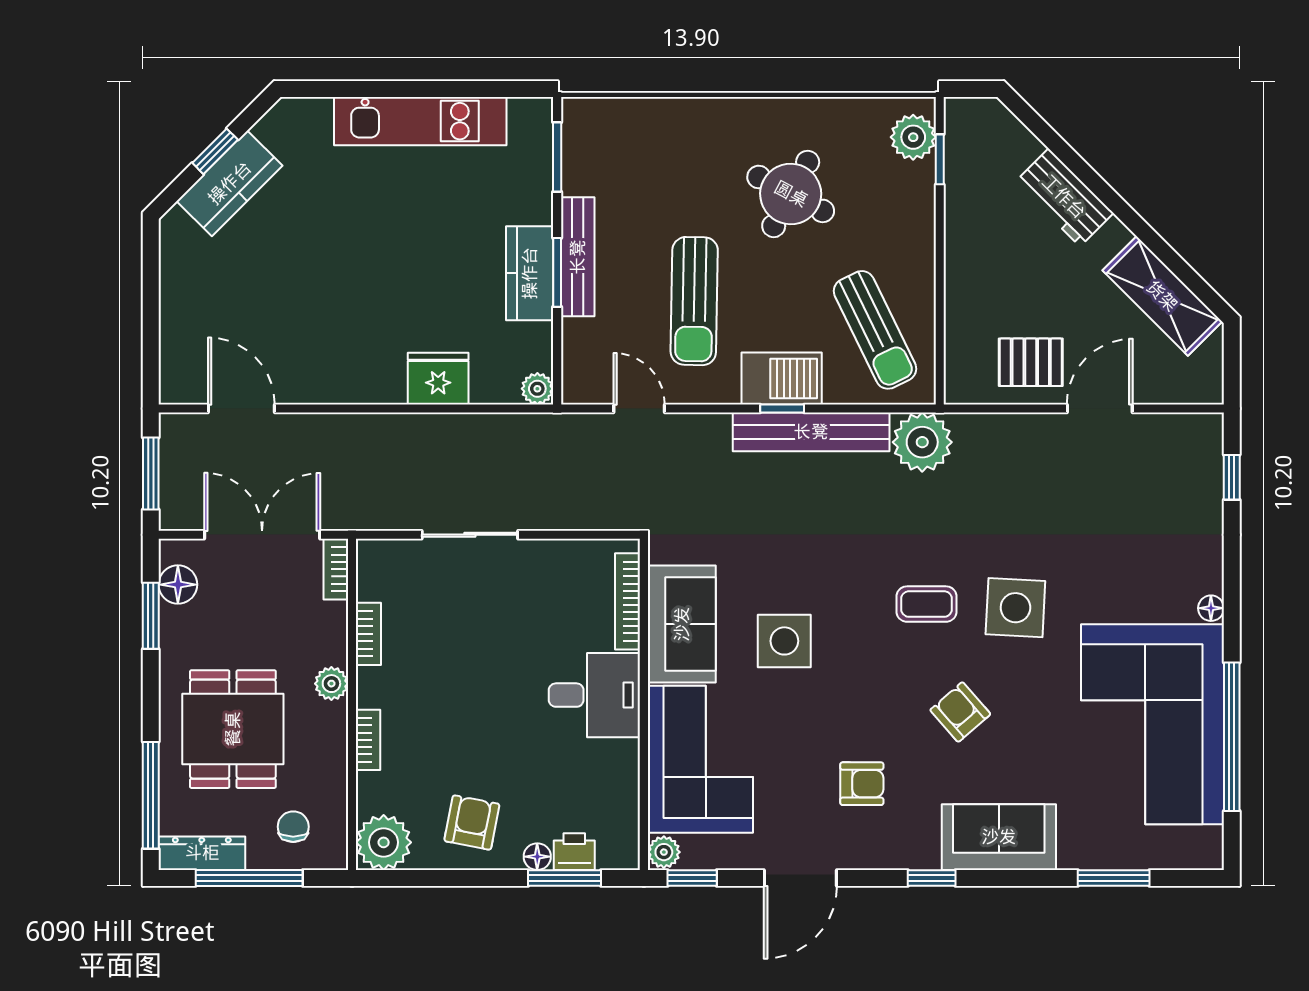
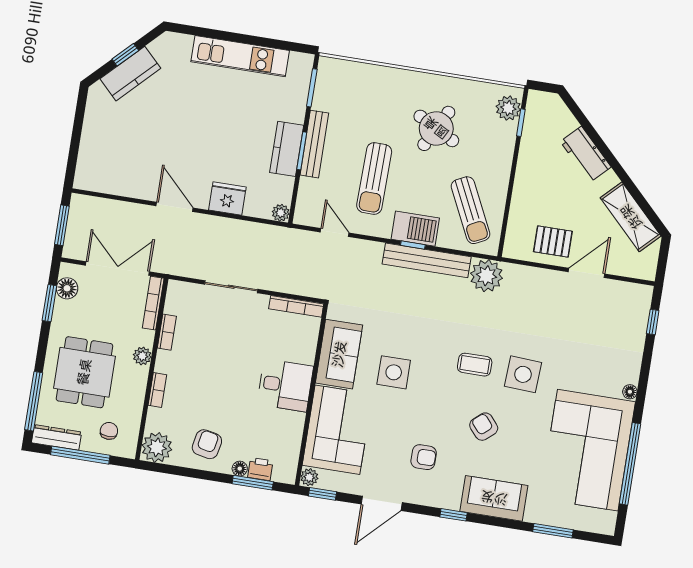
door: (241, 409) -> (175, 207), moved
bookcase: (336, 569) -> (153, 303), width x1.56
bookcase: (628, 601) -> (296, 306), moved, turned -90

